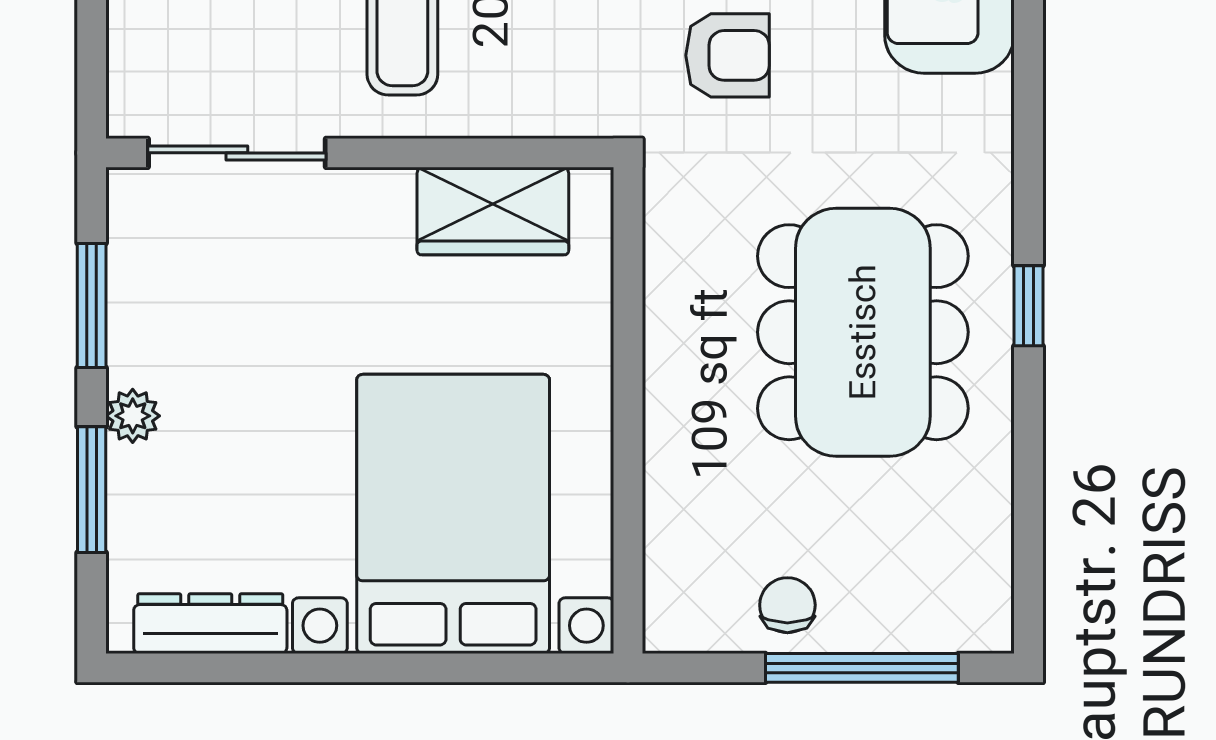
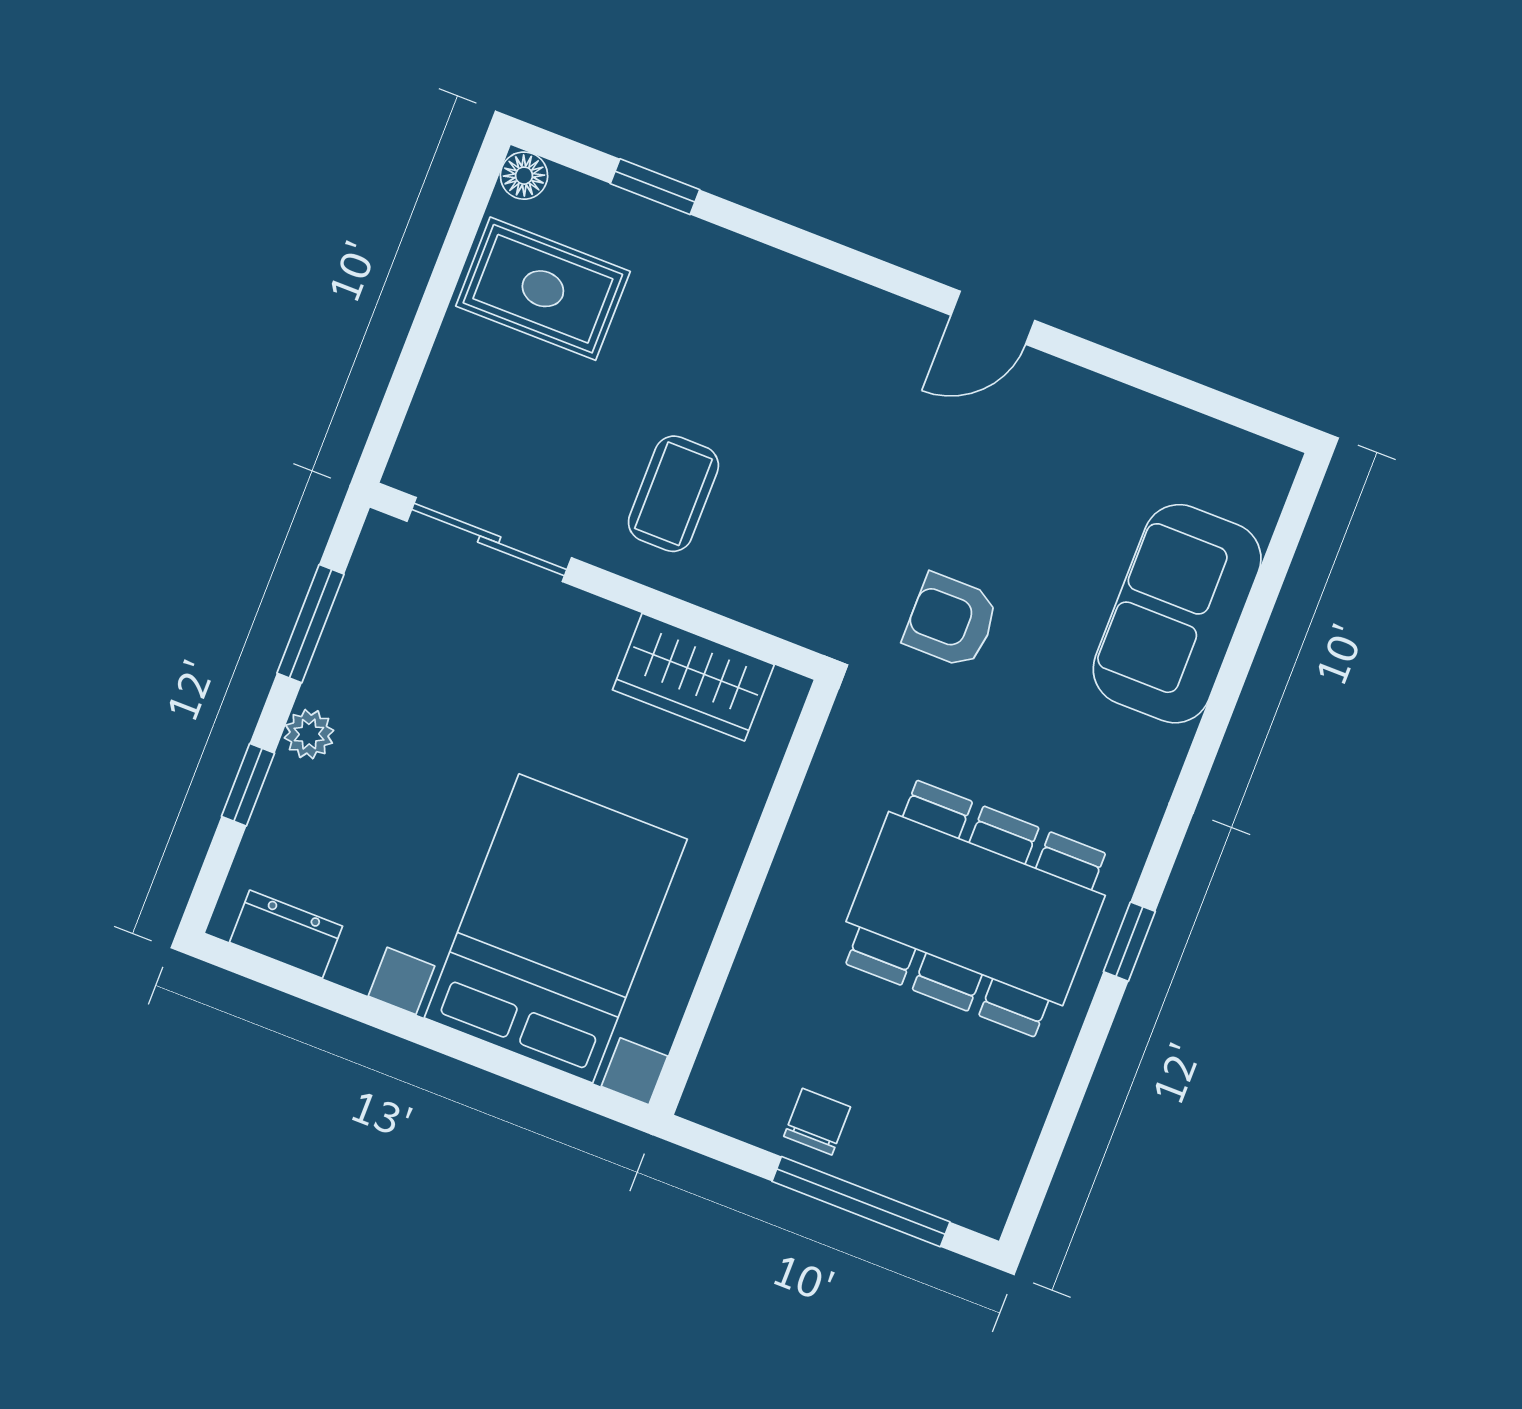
armchair: (727, 55) -> (951, 621), turned 180
dining table: (863, 332) -> (976, 909), turned 90
window: (92, 490) -> (248, 785), width x0.67
dresser: (210, 624) -> (286, 934), width x0.70

